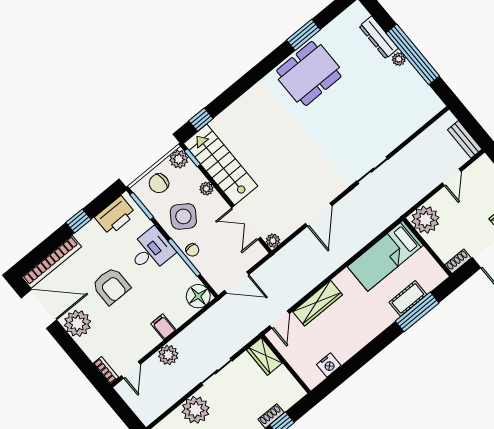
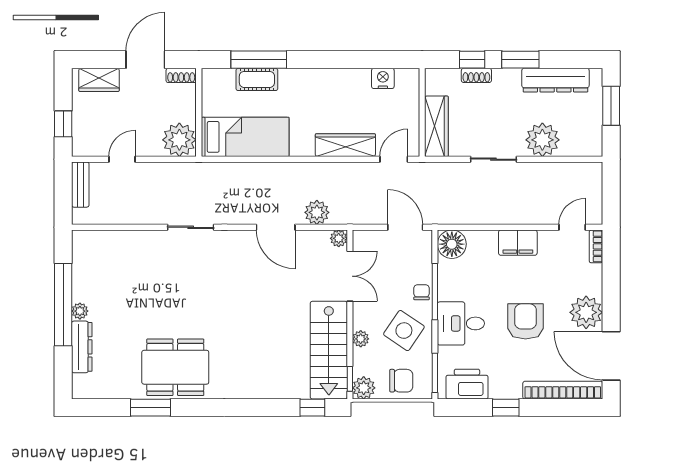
door: (319, 215) -> (276, 227), swing flipped
filing cabinet: (163, 327) -> (518, 243), width x2.00
plant: (168, 355) -> (317, 212), moved
wardrobe: (264, 356) -> (436, 126), width x1.50

